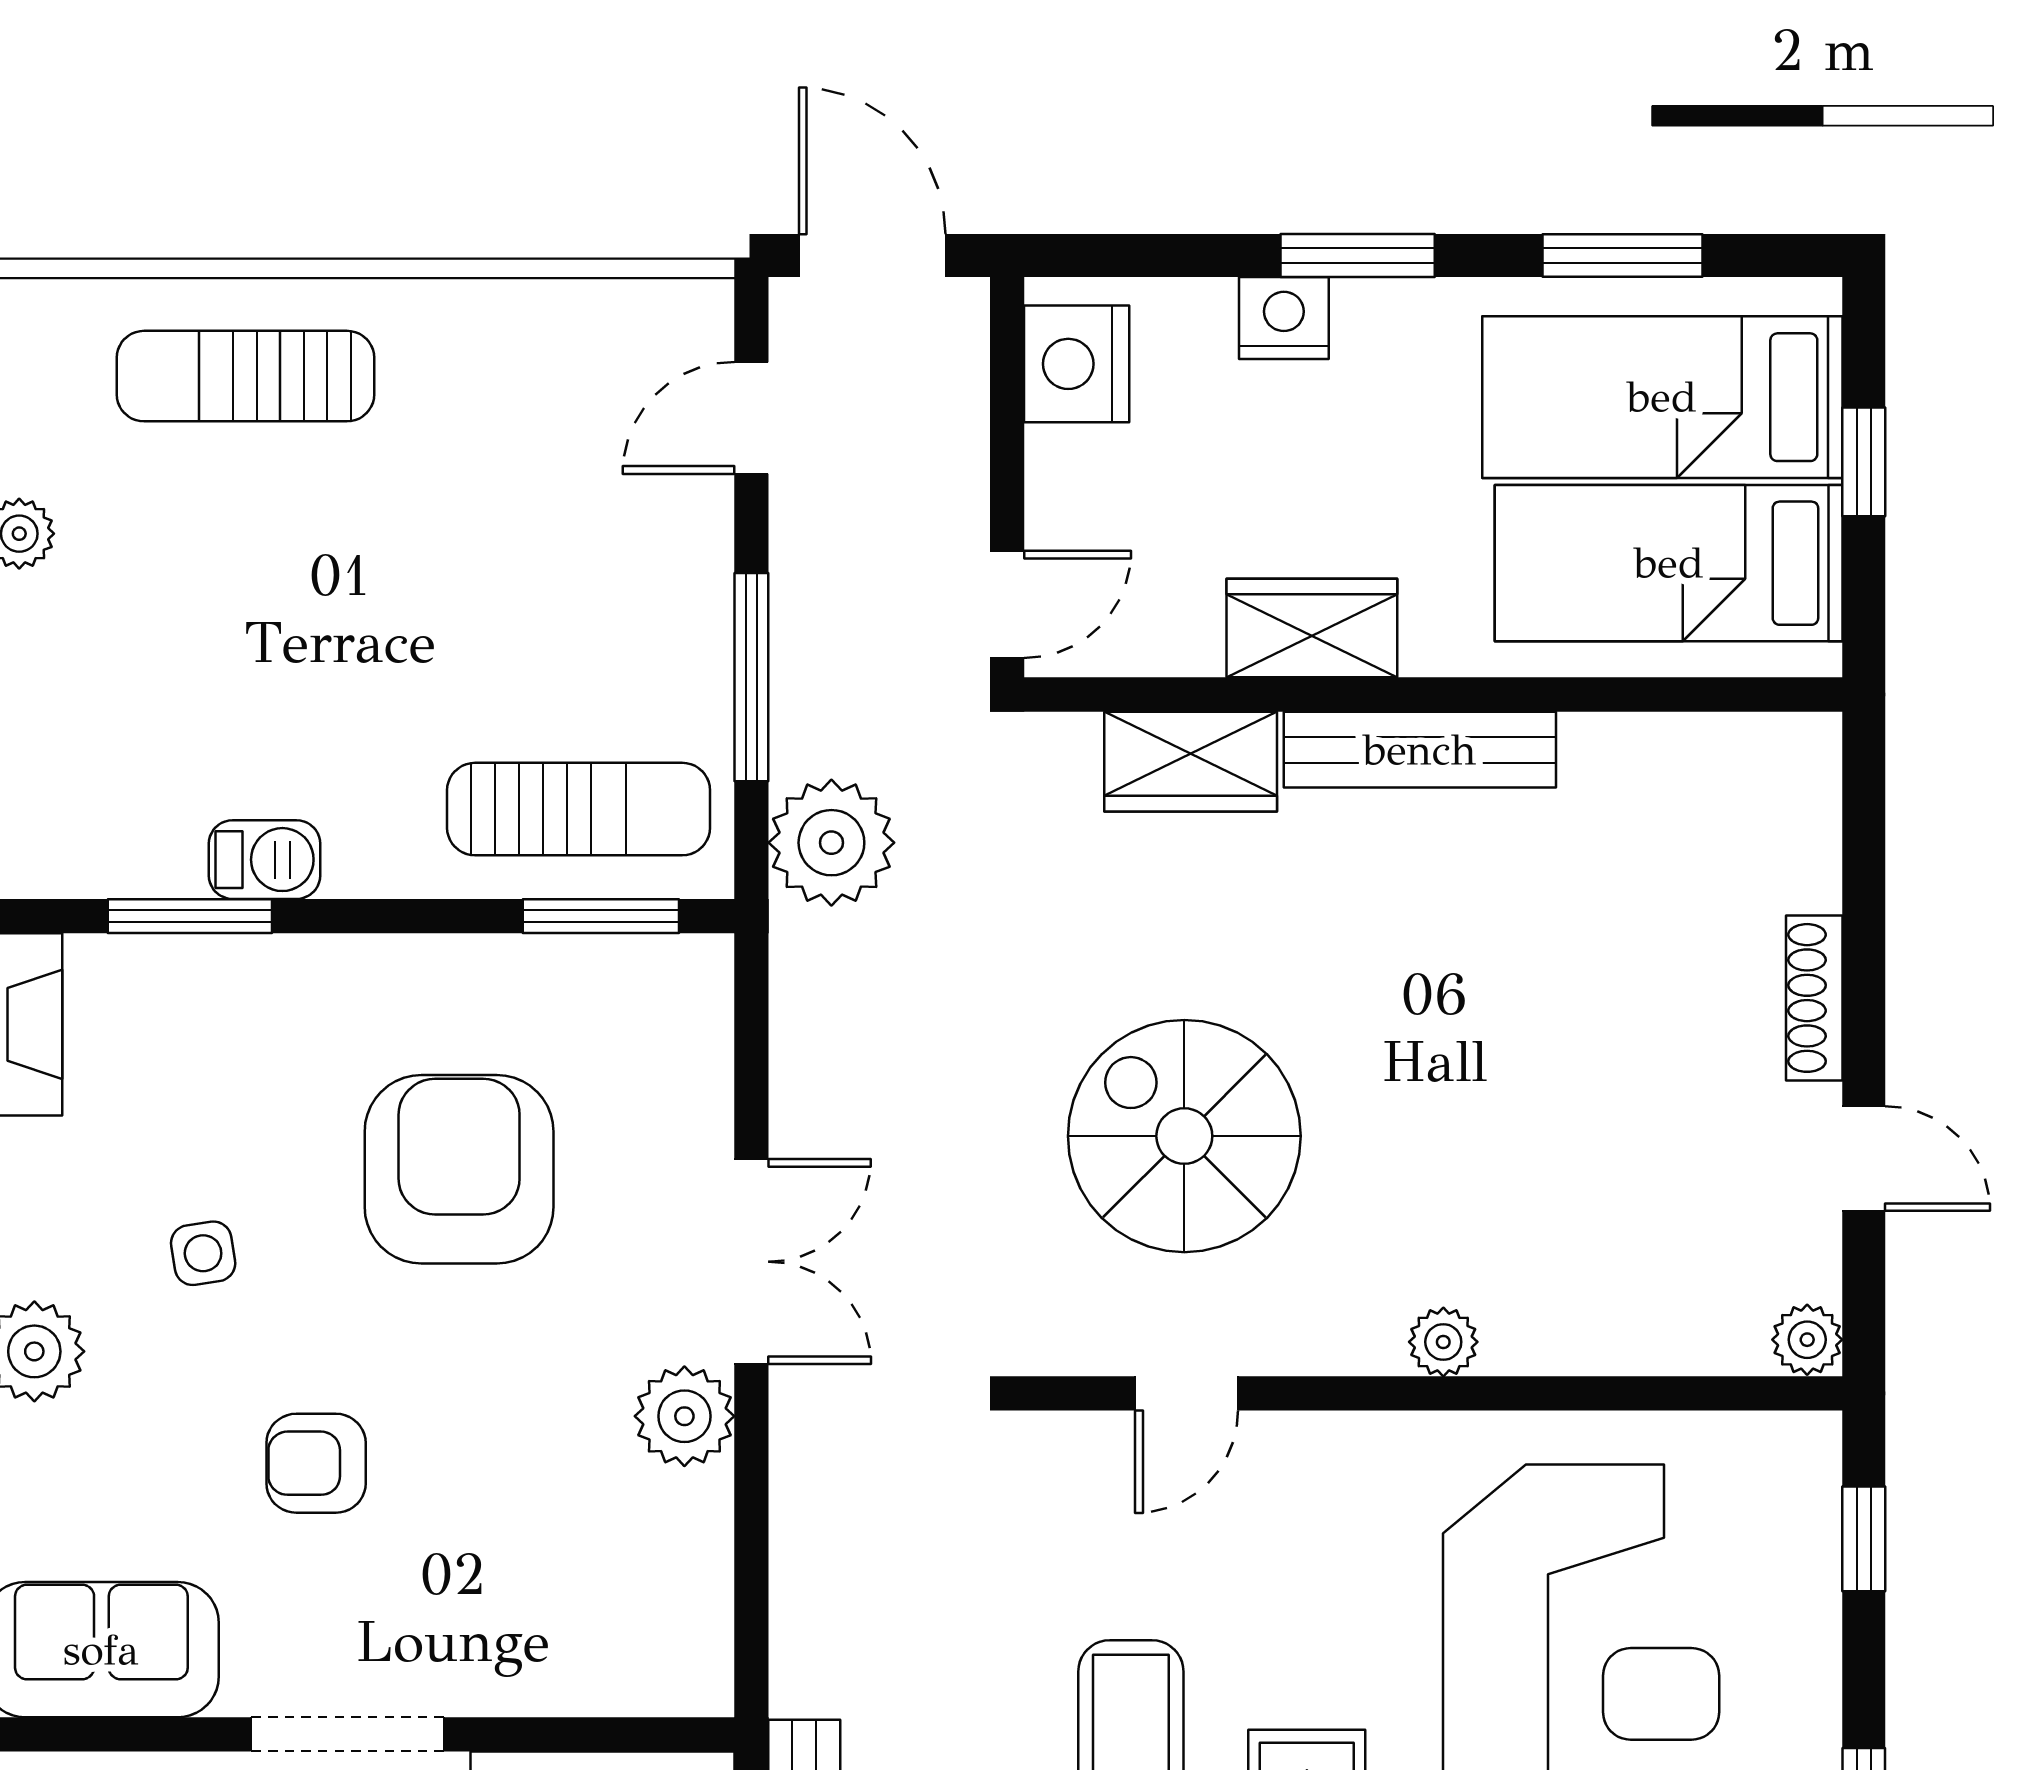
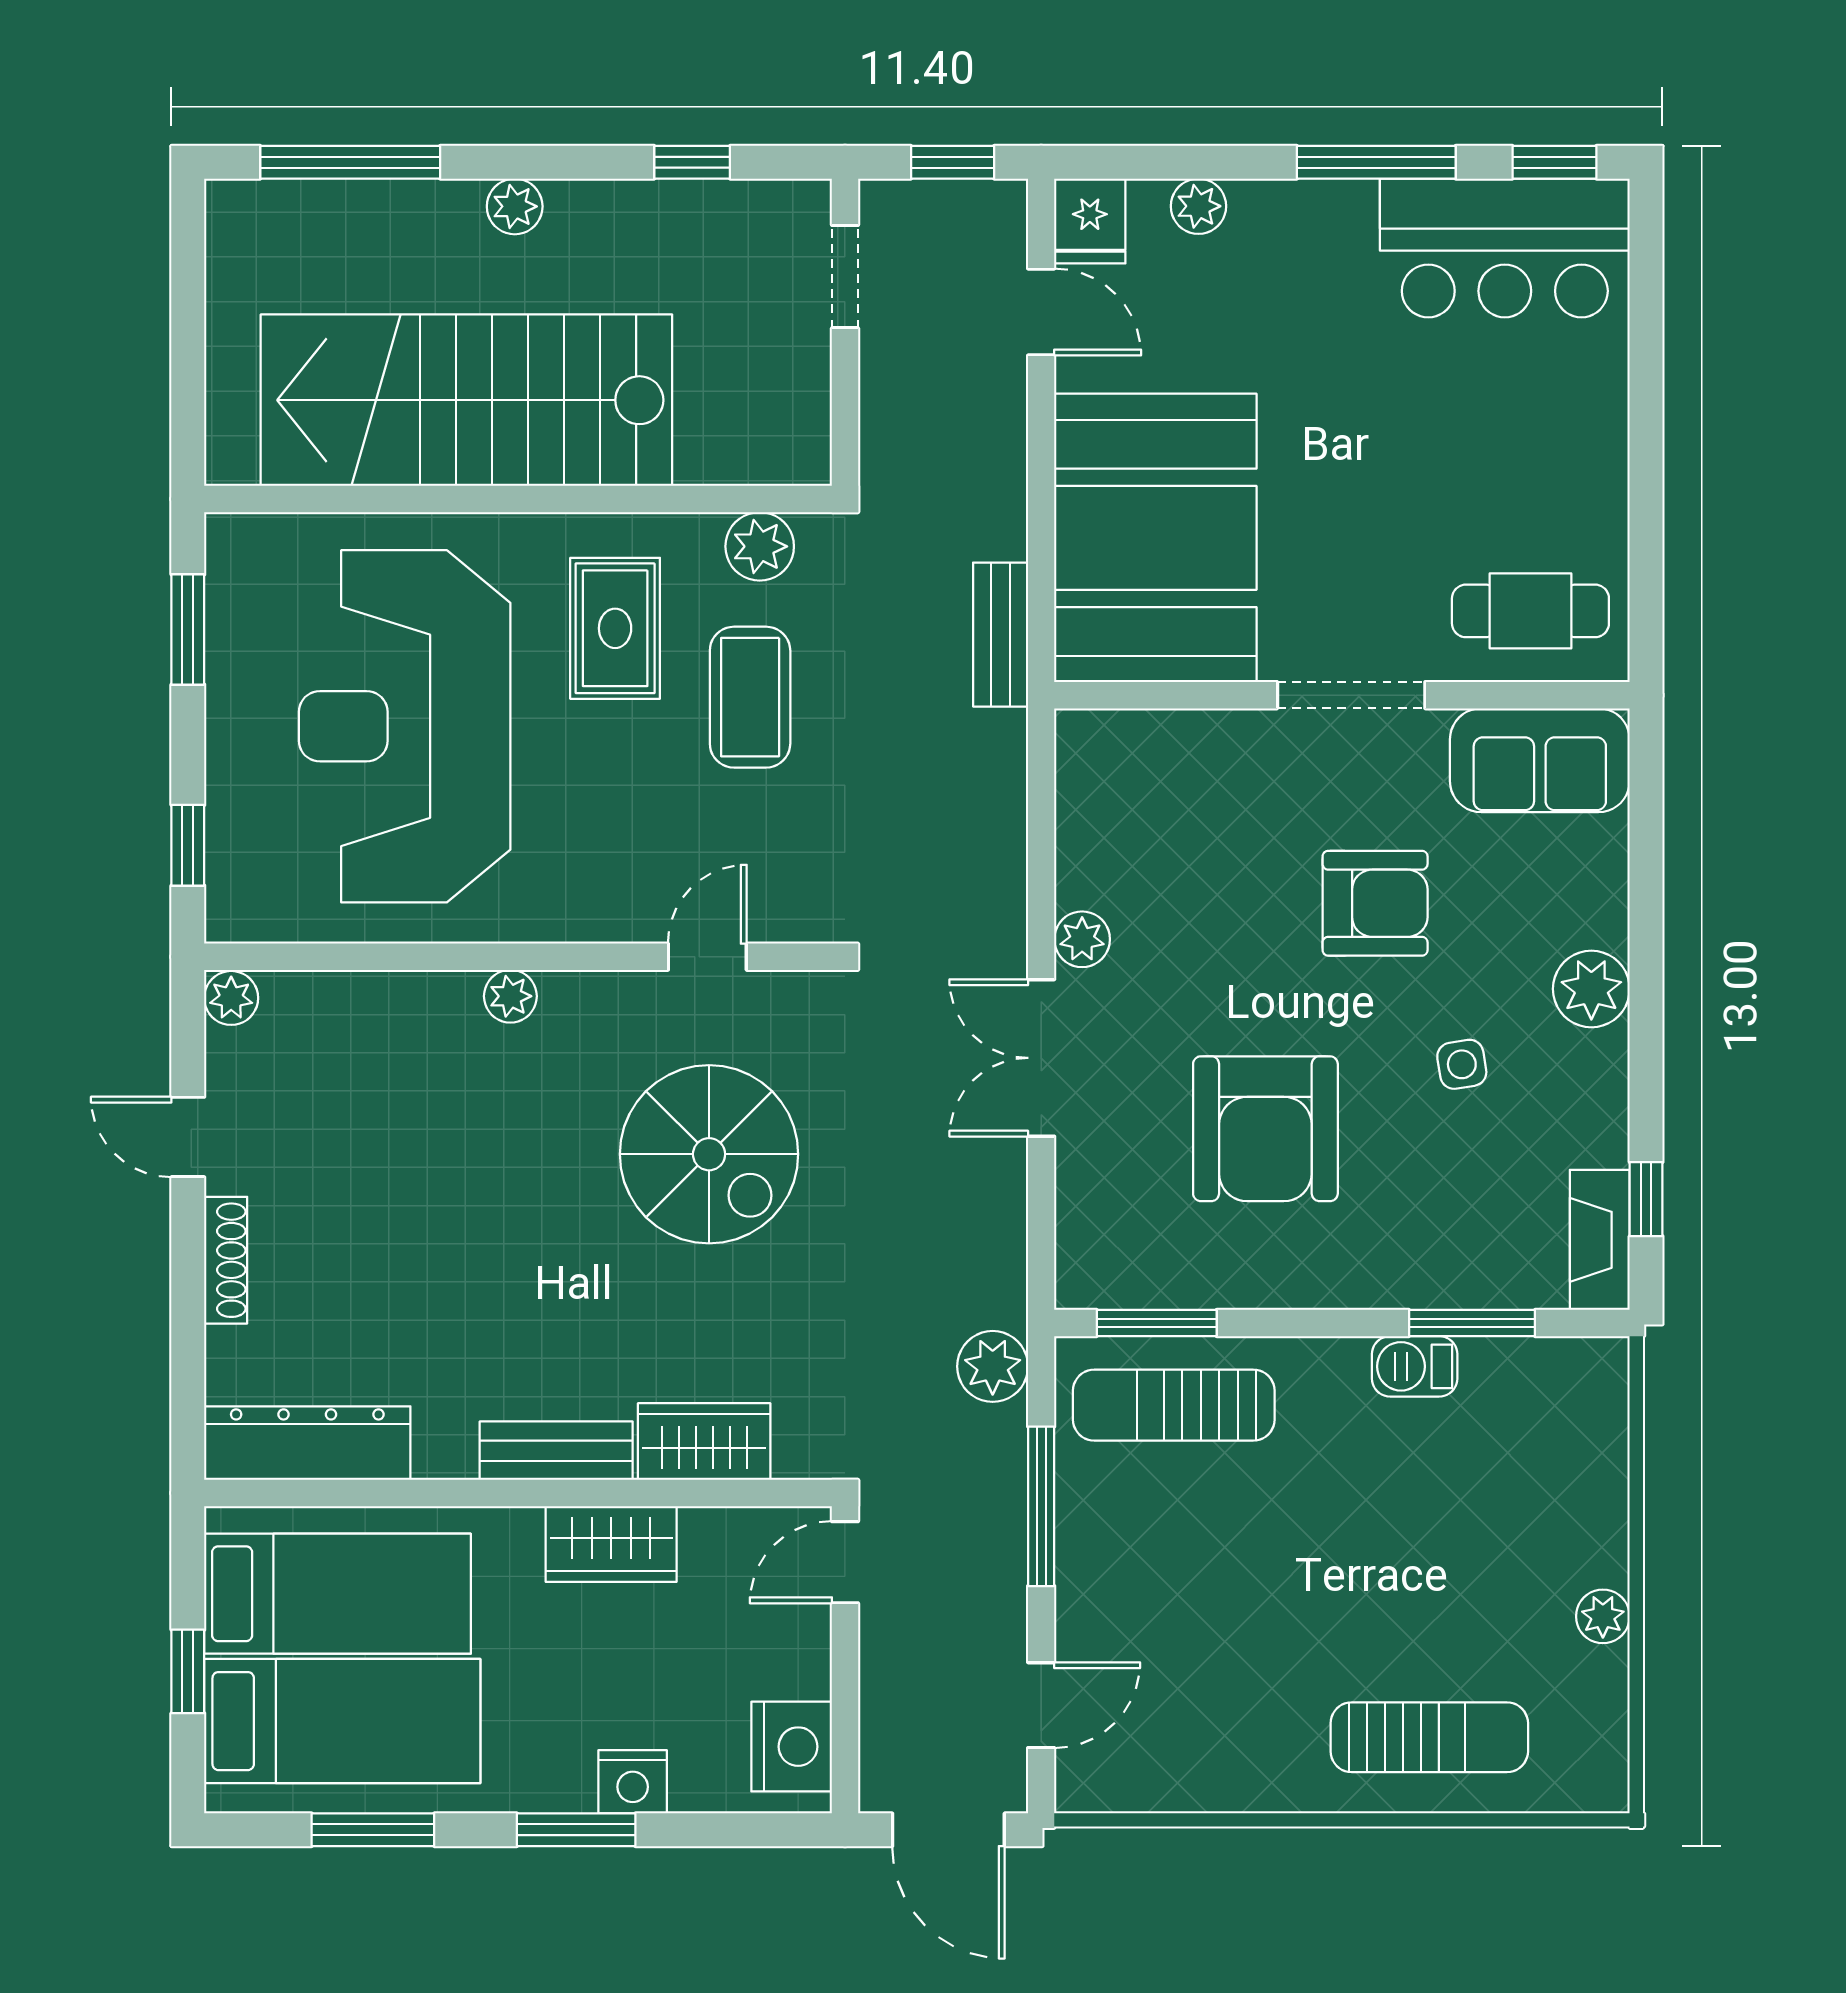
bench: (1420, 750) -> (556, 1451), width x0.73
dresser: (1708, 760) -> (307, 1443), added
plant: (831, 843) -> (993, 1366), width x0.73, depth x0.73
plant: (684, 1416) -> (1082, 939), width x0.73, depth x0.73
armchair: (316, 1463) -> (1375, 903), width x1.38, depth x1.38

